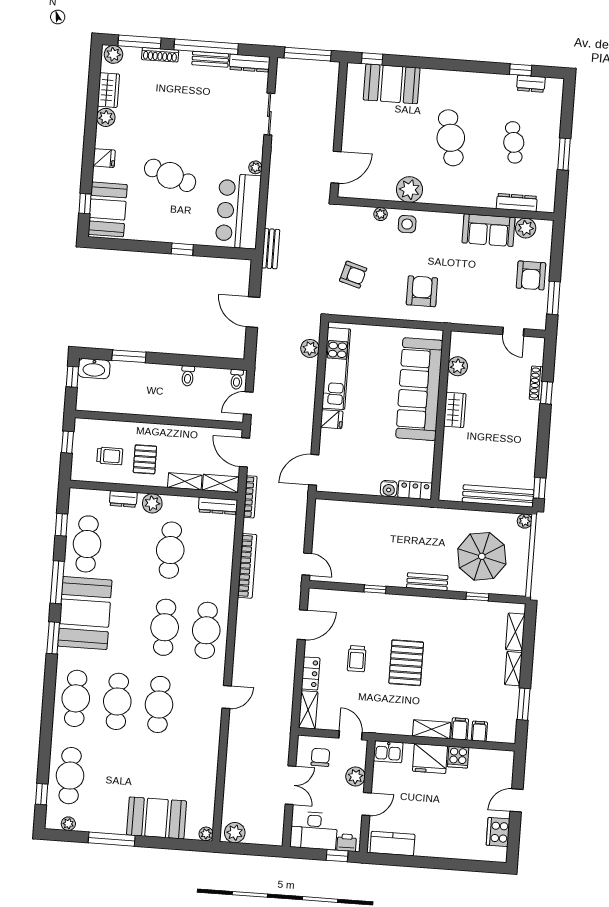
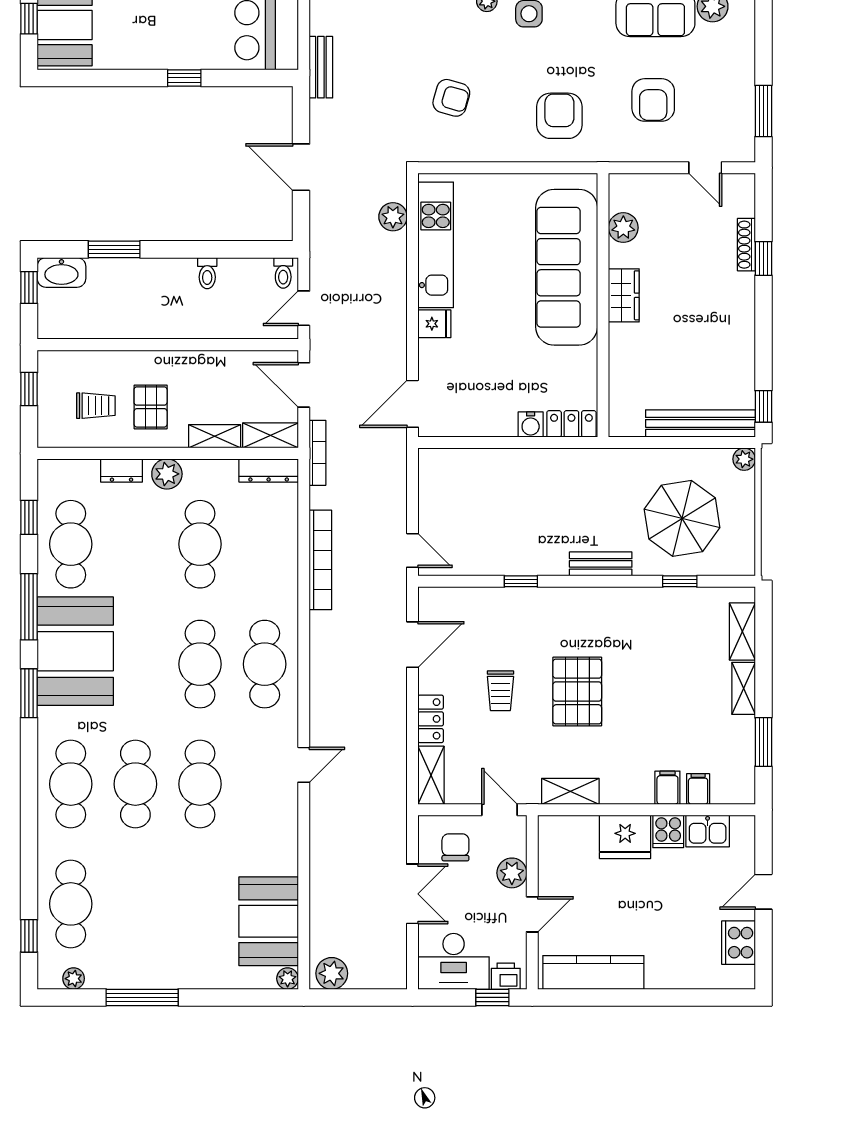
armchair: (531, 275) -> (653, 100), moved
shelving: (432, 729) -> (570, 791), moved
kitchen sink: (388, 752) -> (708, 831), moved
booth: (157, 818) -> (269, 921), moved, turned 90
kitchen counter: (392, 844) -> (593, 972), width x1.50

